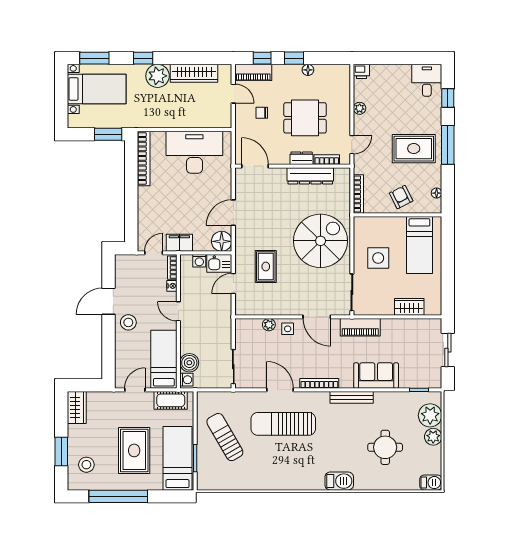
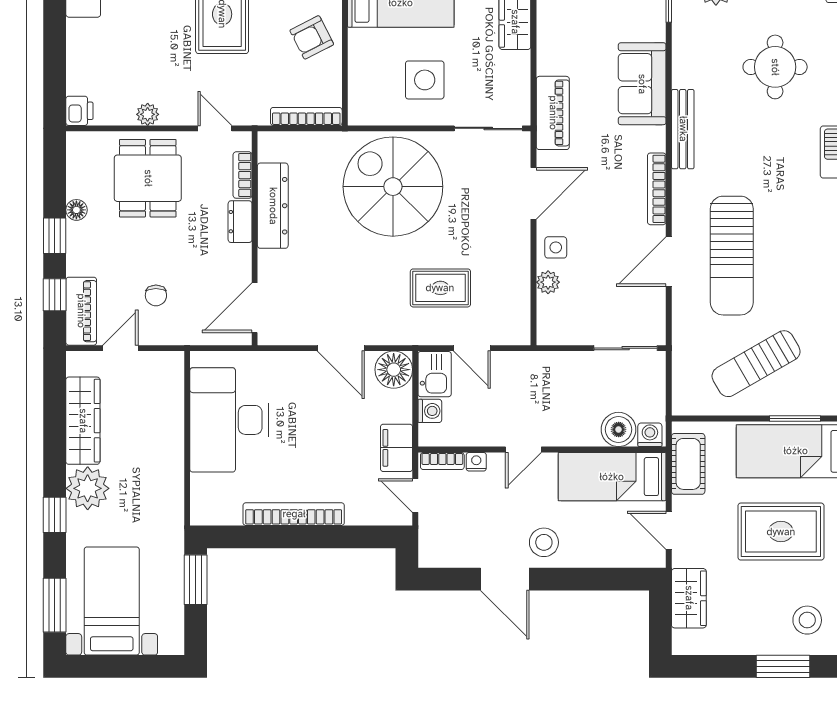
dining table: (305, 118) -> (148, 178), moved
bookcase: (144, 158) -> (294, 514), moved
wardrobe: (77, 407) -> (689, 598), moved, turned 90

